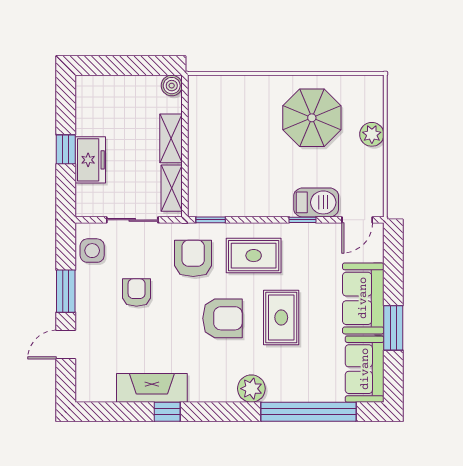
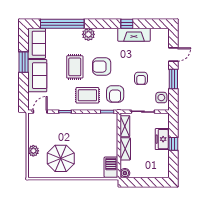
barbecue: (316, 202) -> (111, 167), moved, turned 90

